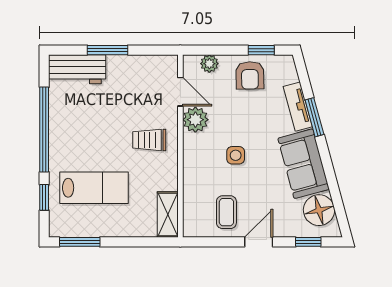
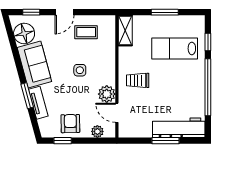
workbench: (77, 69) -> (179, 128), width x1.38
trolley: (149, 140) -> (138, 80), turned 180
coffee table: (226, 212) -> (86, 32), turned 90
window: (80, 242) -> (165, 12), moved

